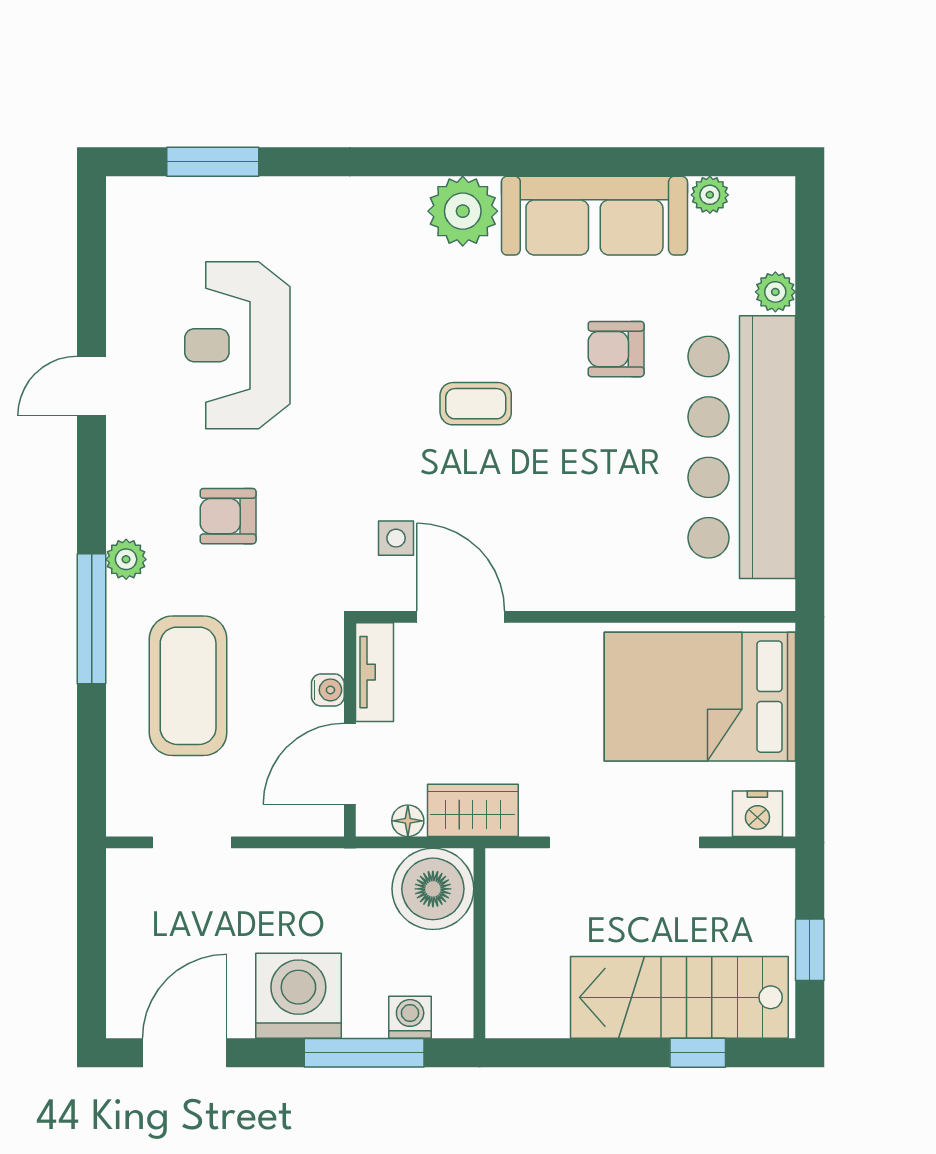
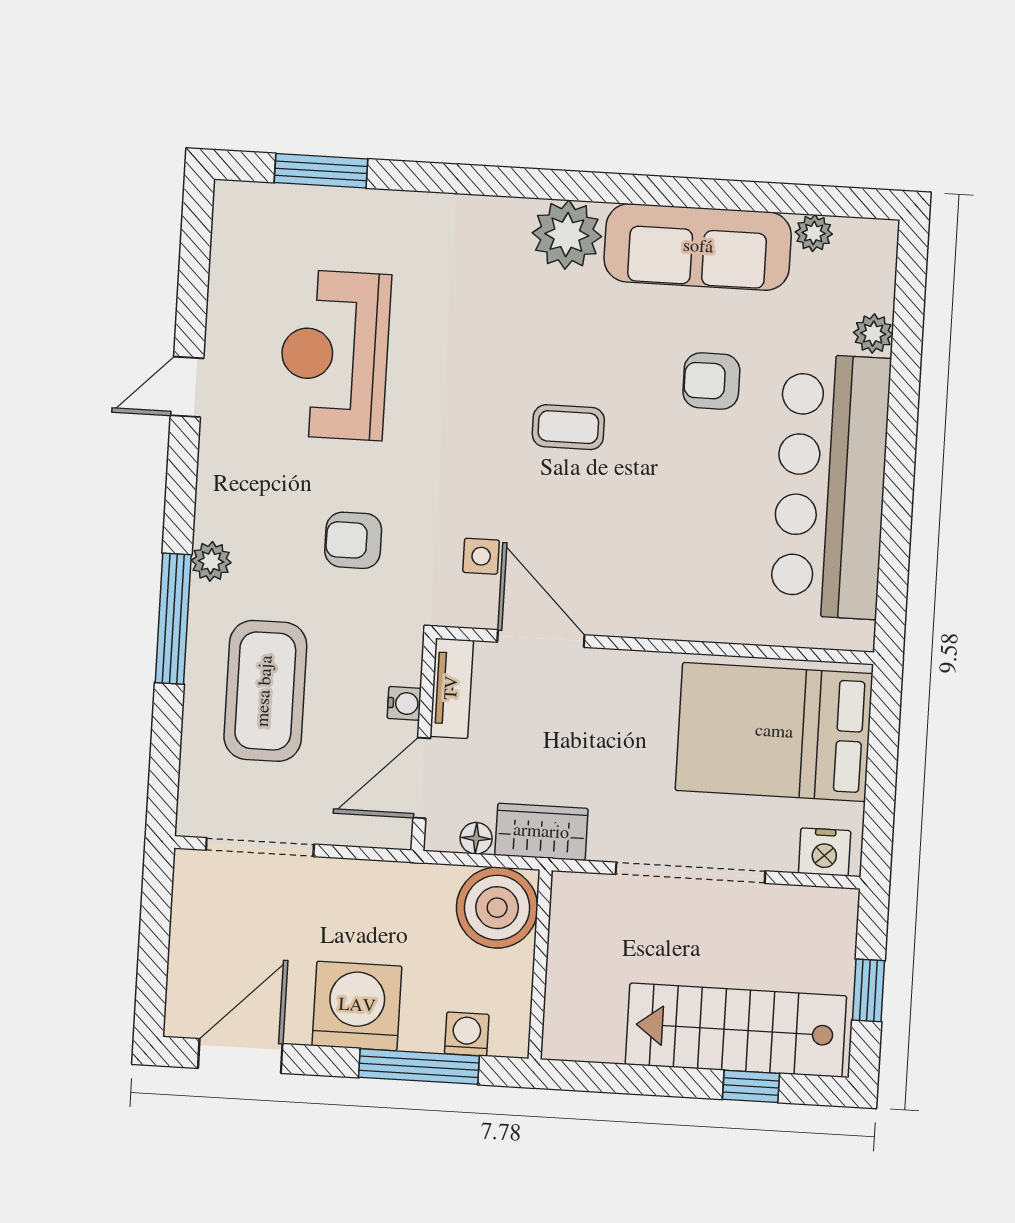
armchair: (228, 516) -> (353, 540), moved
doorway: (192, 842) -> (260, 847), width x1.38

